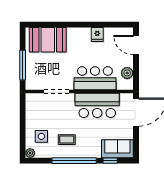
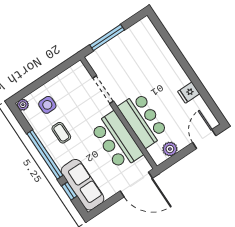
booth: (48, 40) -> (150, 46), removed
sofa: (117, 149) -> (83, 185), width x1.36

